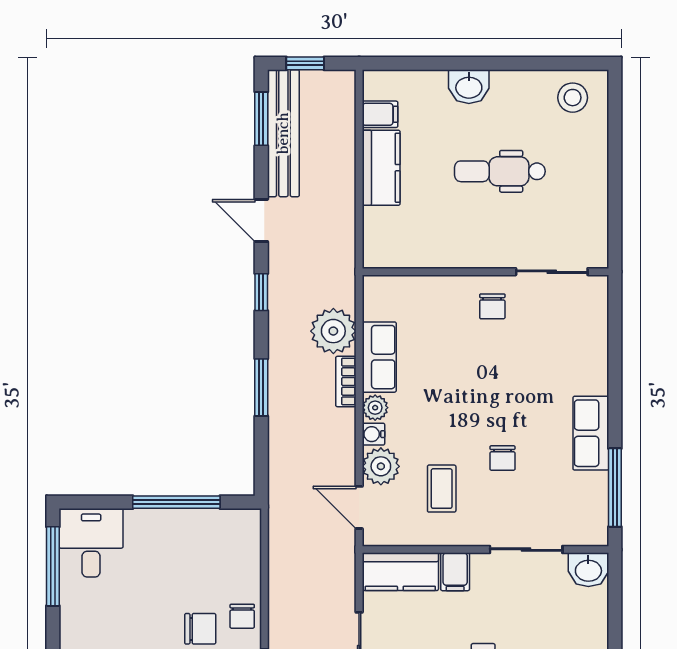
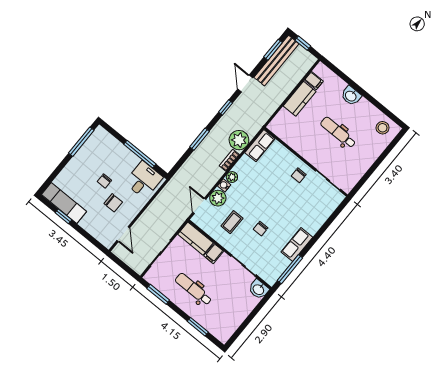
row of seats: (379, 357) -> (260, 146), moved
desk: (91, 543) -> (144, 180), moved
chair: (242, 616) -> (104, 181), moved

